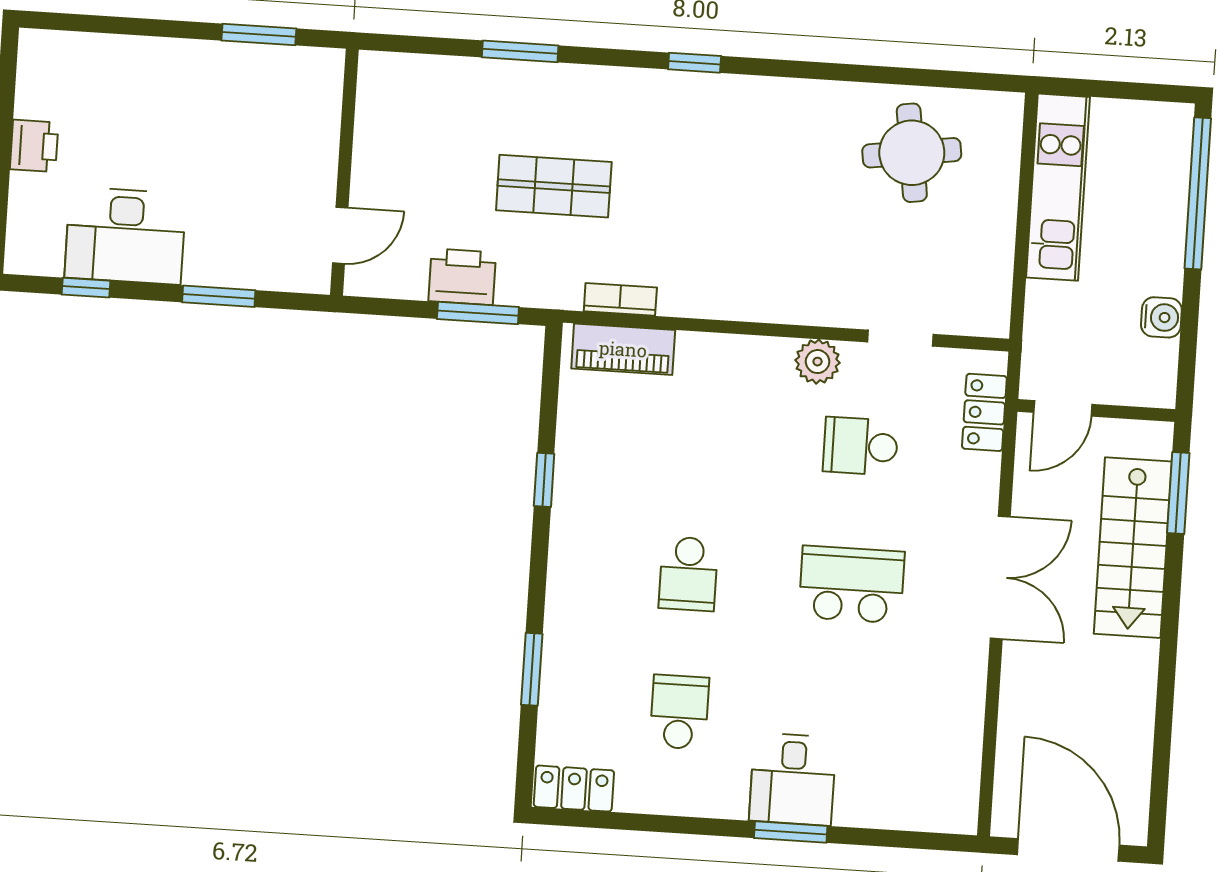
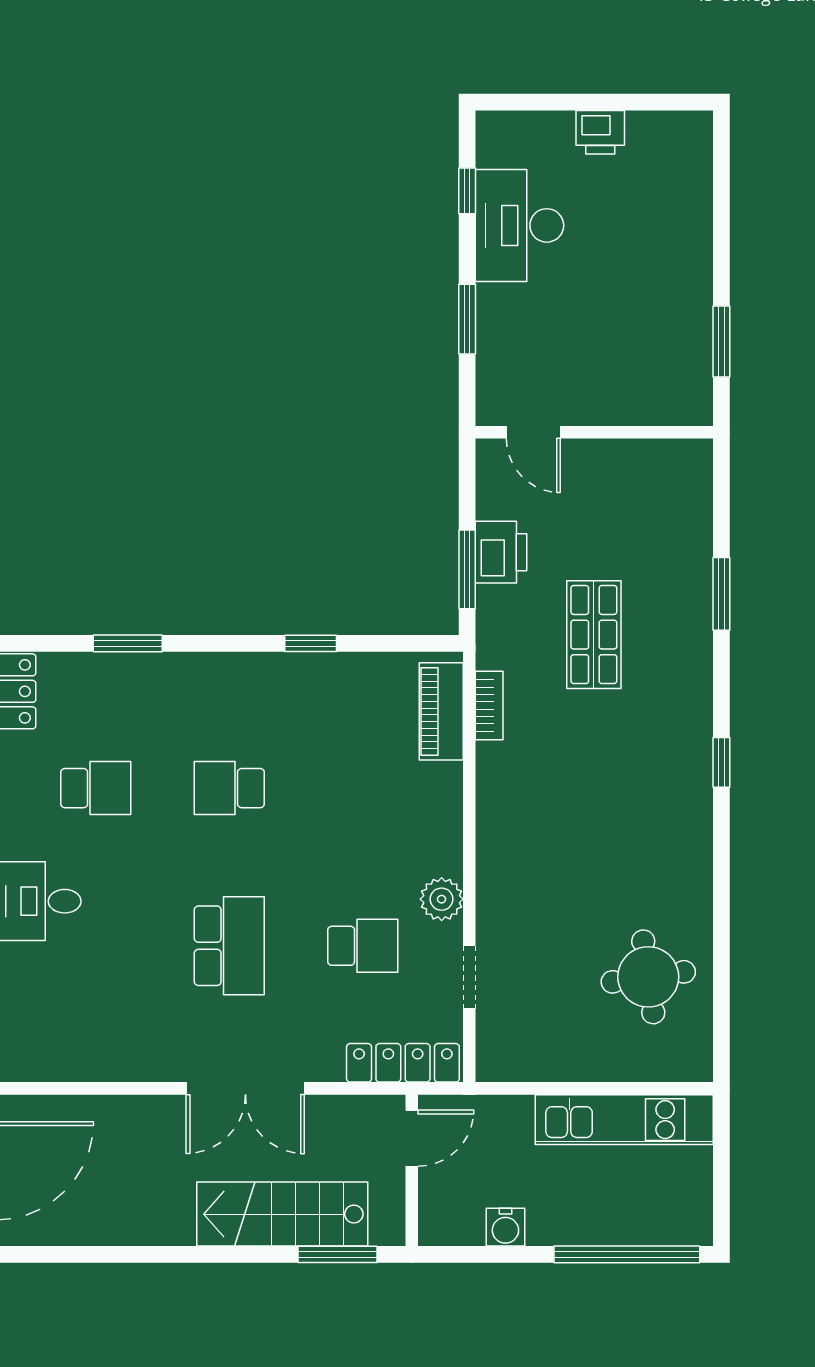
door: (1063, 408) -> (412, 1138), swing flipped
locker: (984, 412) -> (403, 1063), width x1.53
school desk: (861, 446) -> (363, 946), turned 90

